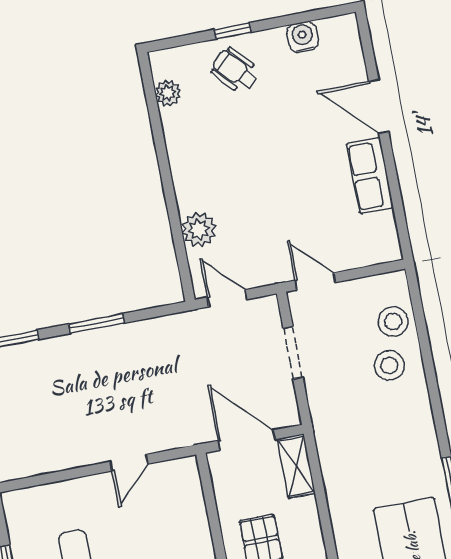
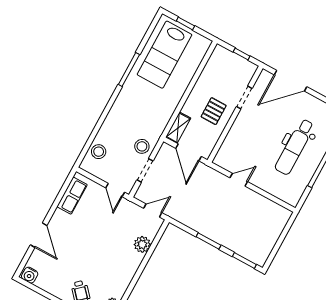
water cooler: (303, 37) -> (30, 275), moved
row of seats: (370, 176) -> (72, 196), moved
door: (227, 298) -> (153, 211), swing flipped
stool: (389, 365) -> (142, 146), moved

